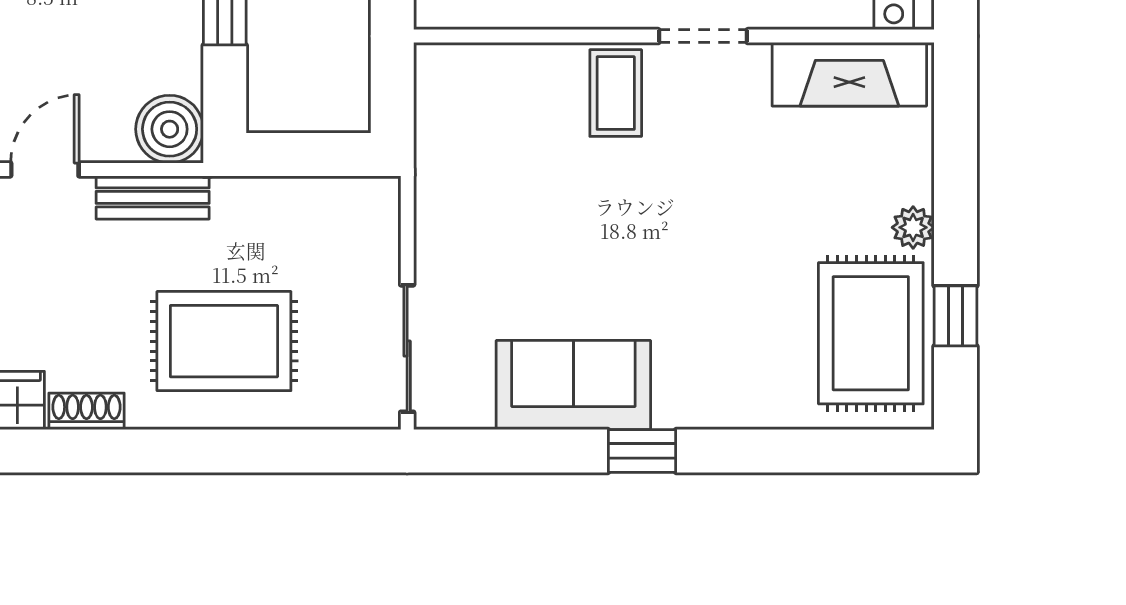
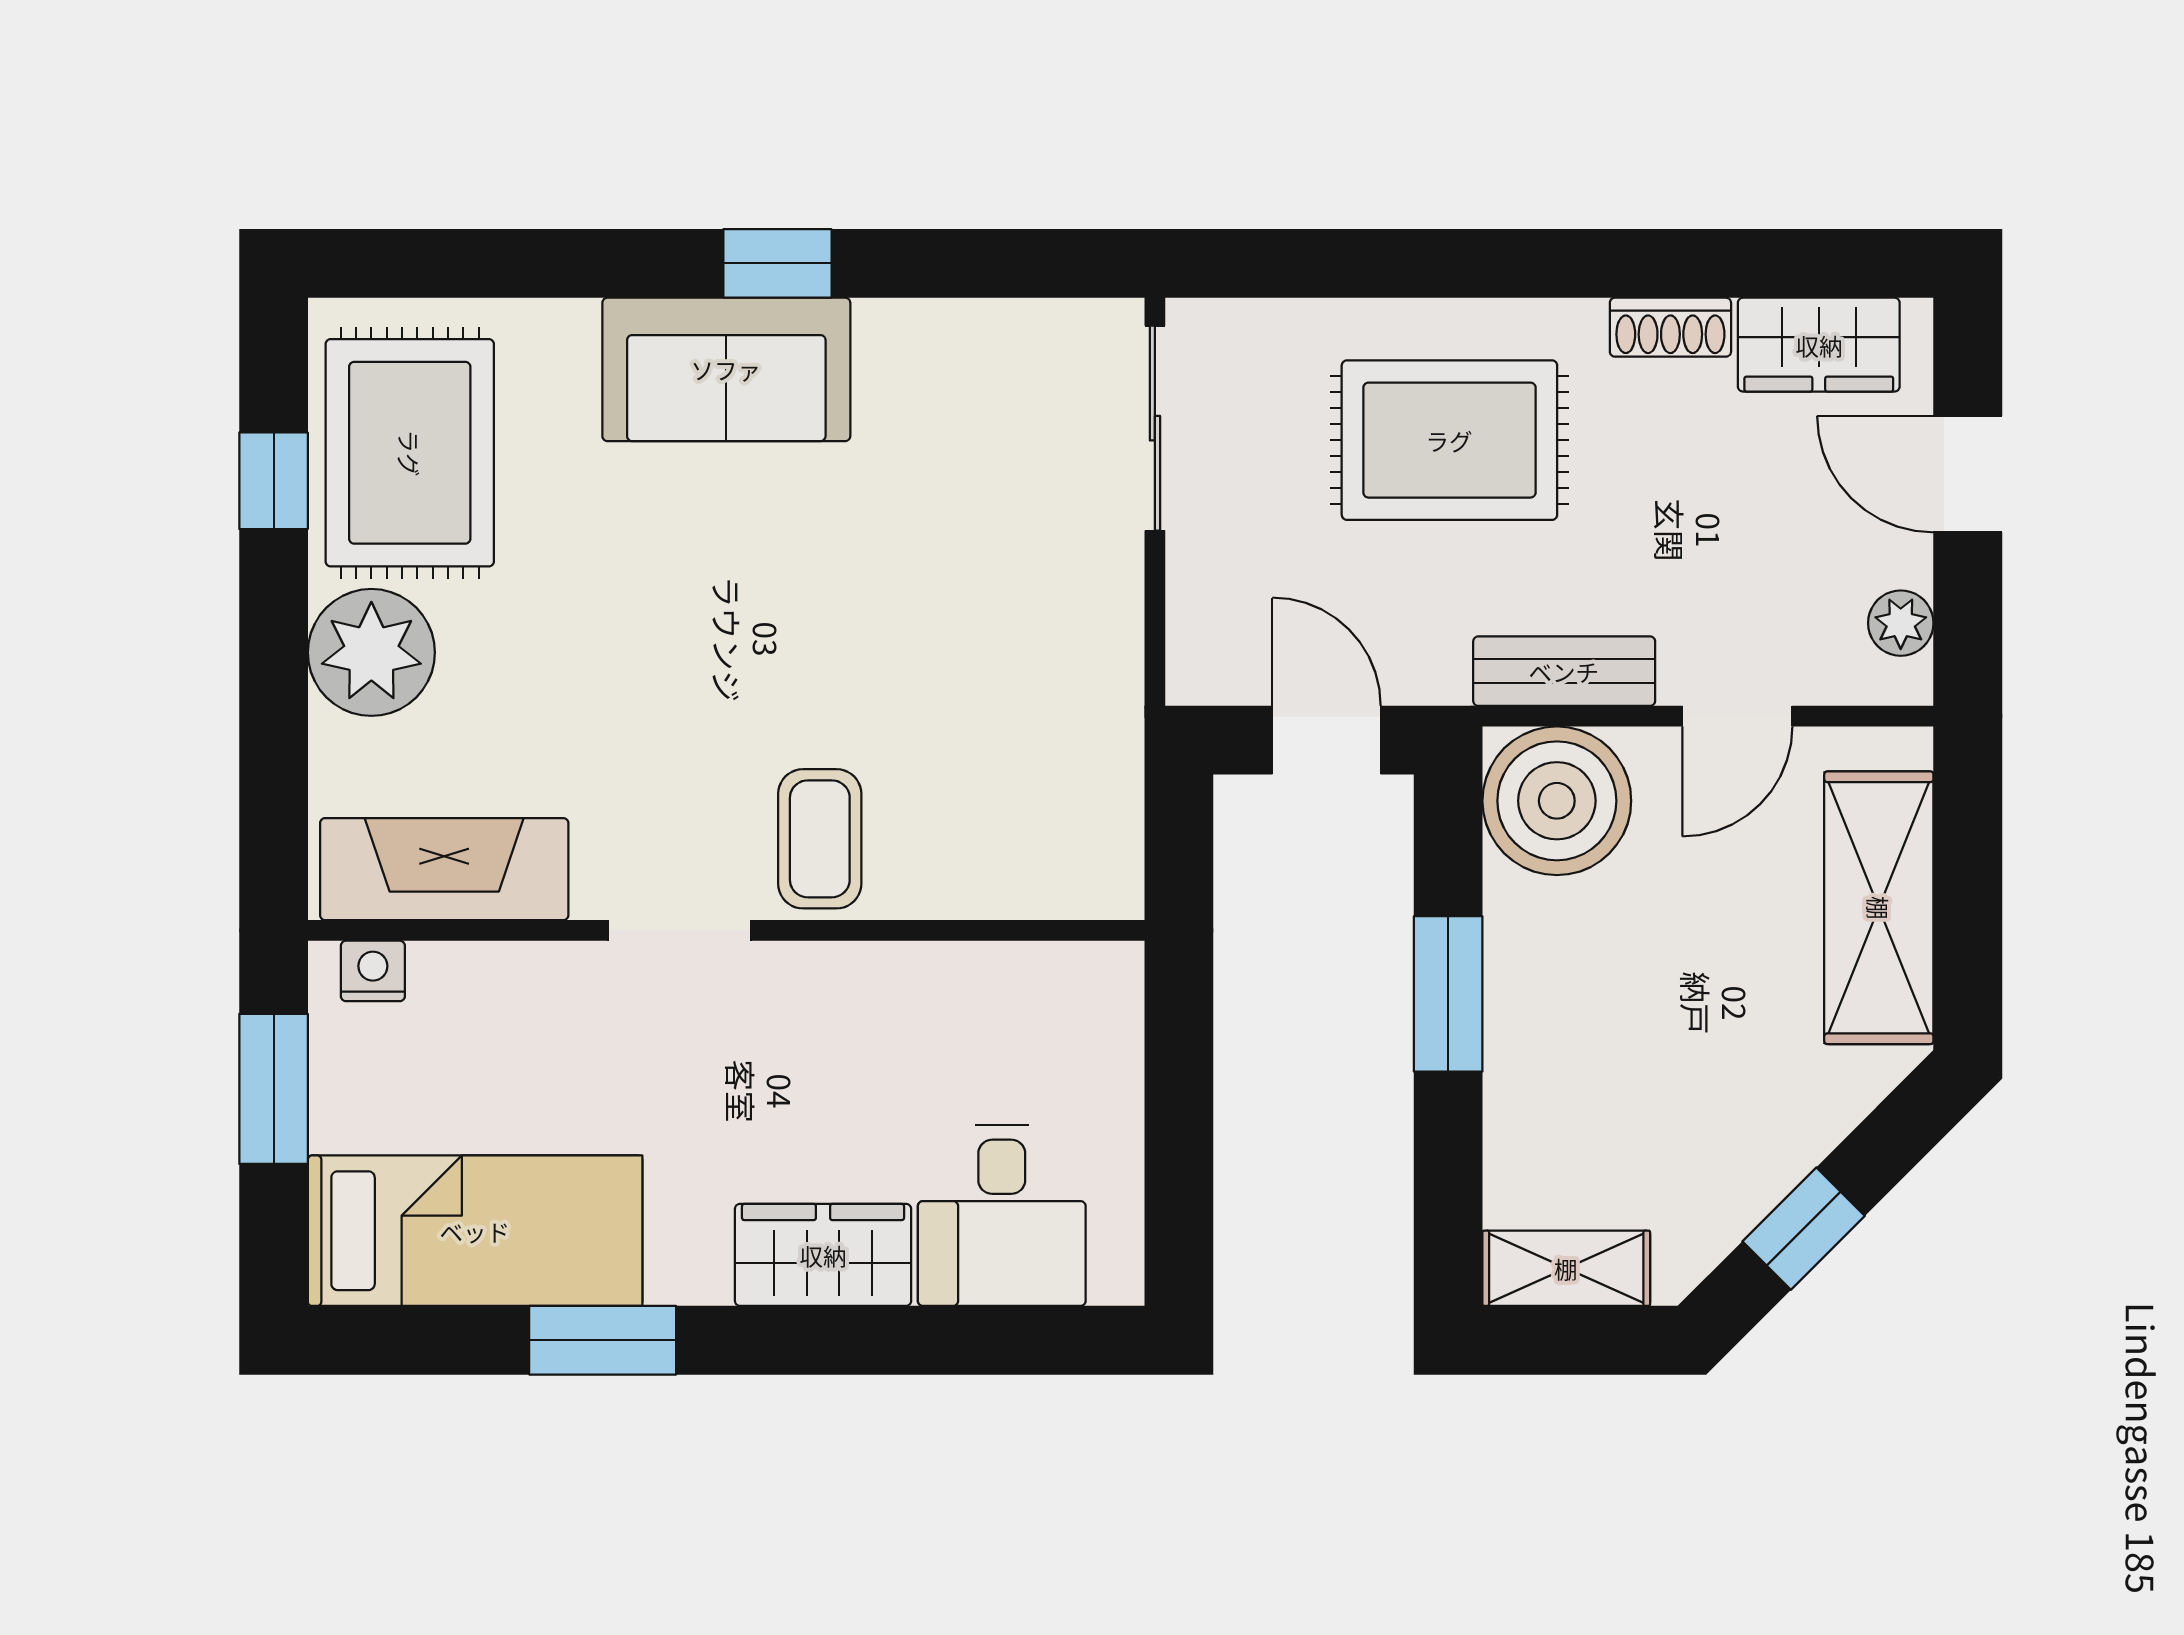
boiler: (170, 129) -> (1557, 801), width x1.37, depth x1.37
door: (300, 154) -> (1327, 740), added
plant: (913, 227) -> (371, 652), width x1.87, depth x1.87
sofa: (573, 385) -> (726, 369), moved

